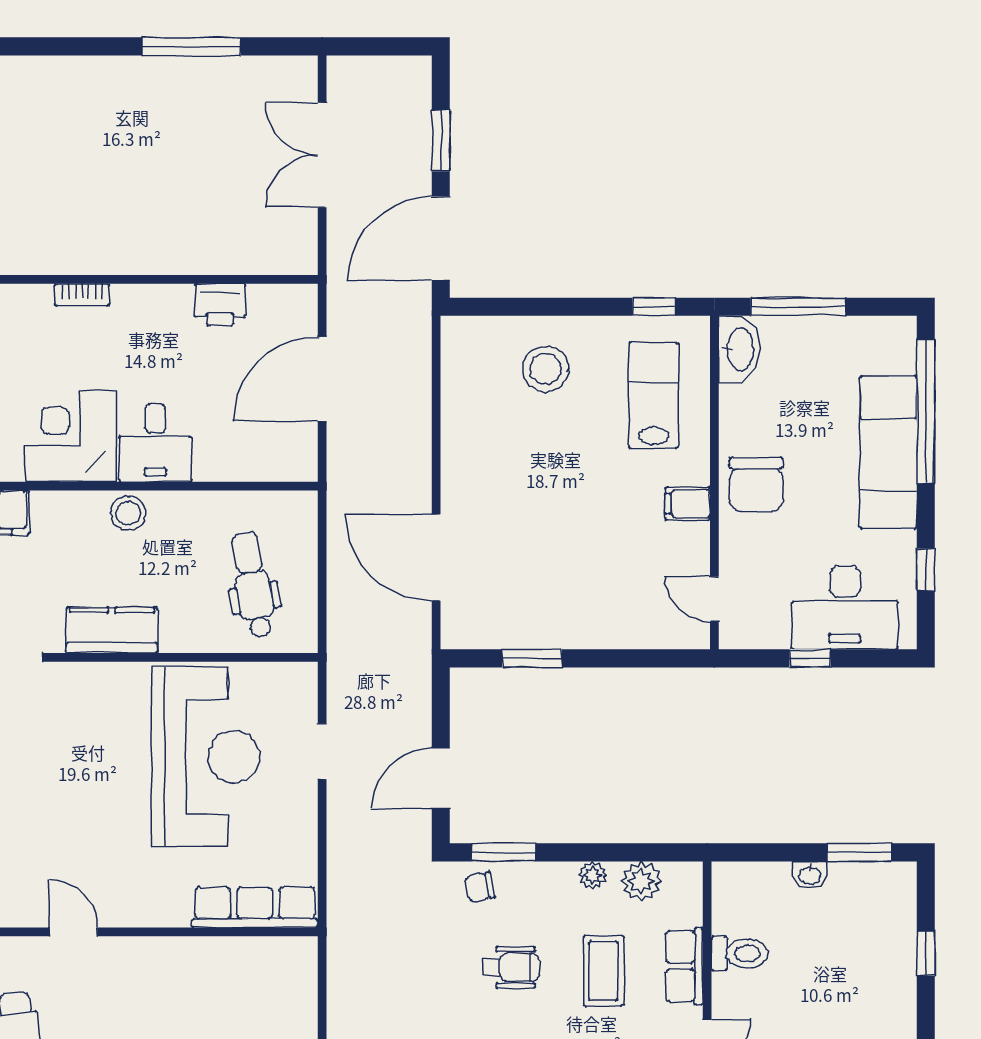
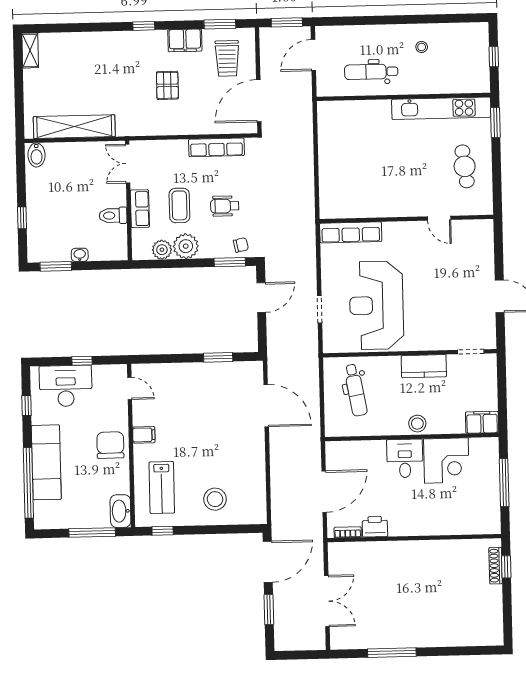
bookcase: (82, 295) -> (348, 532), moved
plant: (592, 875) -> (186, 246), width x1.88, depth x1.88

